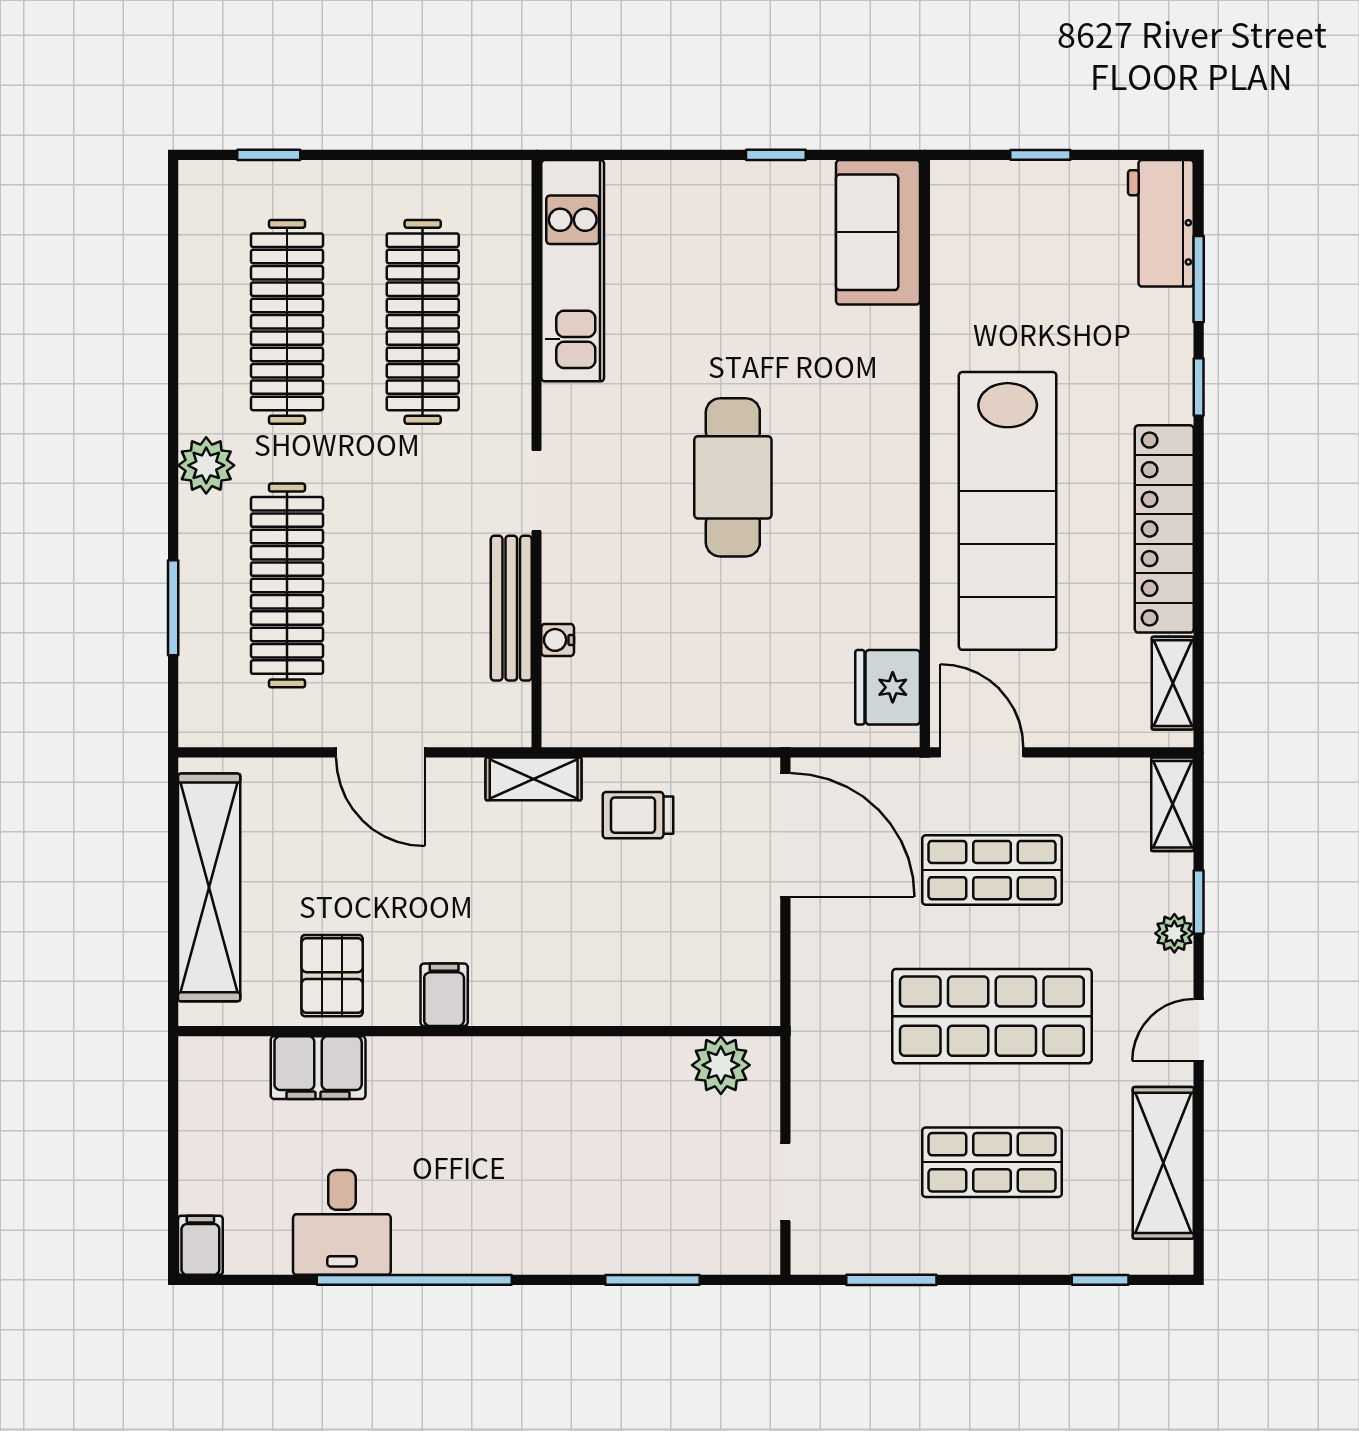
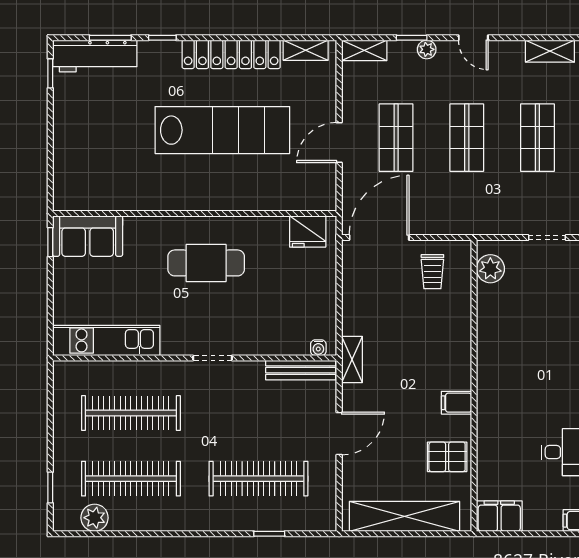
window: (1040, 155) -> (50, 73), moved
workbench: (1161, 223) -> (95, 56), width x1.38
sofa: (878, 232) -> (88, 236), moved
wall: (925, 454) -> (195, 213), moved
plant: (206, 465) -> (95, 518), moved
window: (173, 608) -> (269, 534), width x0.67
bench: (511, 608) -> (301, 370), moved
water cooler: (558, 640) -> (318, 348), moved
fridge: (888, 687) -> (308, 231), moved
trolley: (638, 815) -> (432, 272), moved
shop shelf: (992, 1016) -> (467, 138), width x0.70, depth x0.74
filing cabinet: (318, 1068) -> (499, 516), moved, turned -90
shelving: (1163, 1163) -> (550, 51), width x0.67, depth x0.75

